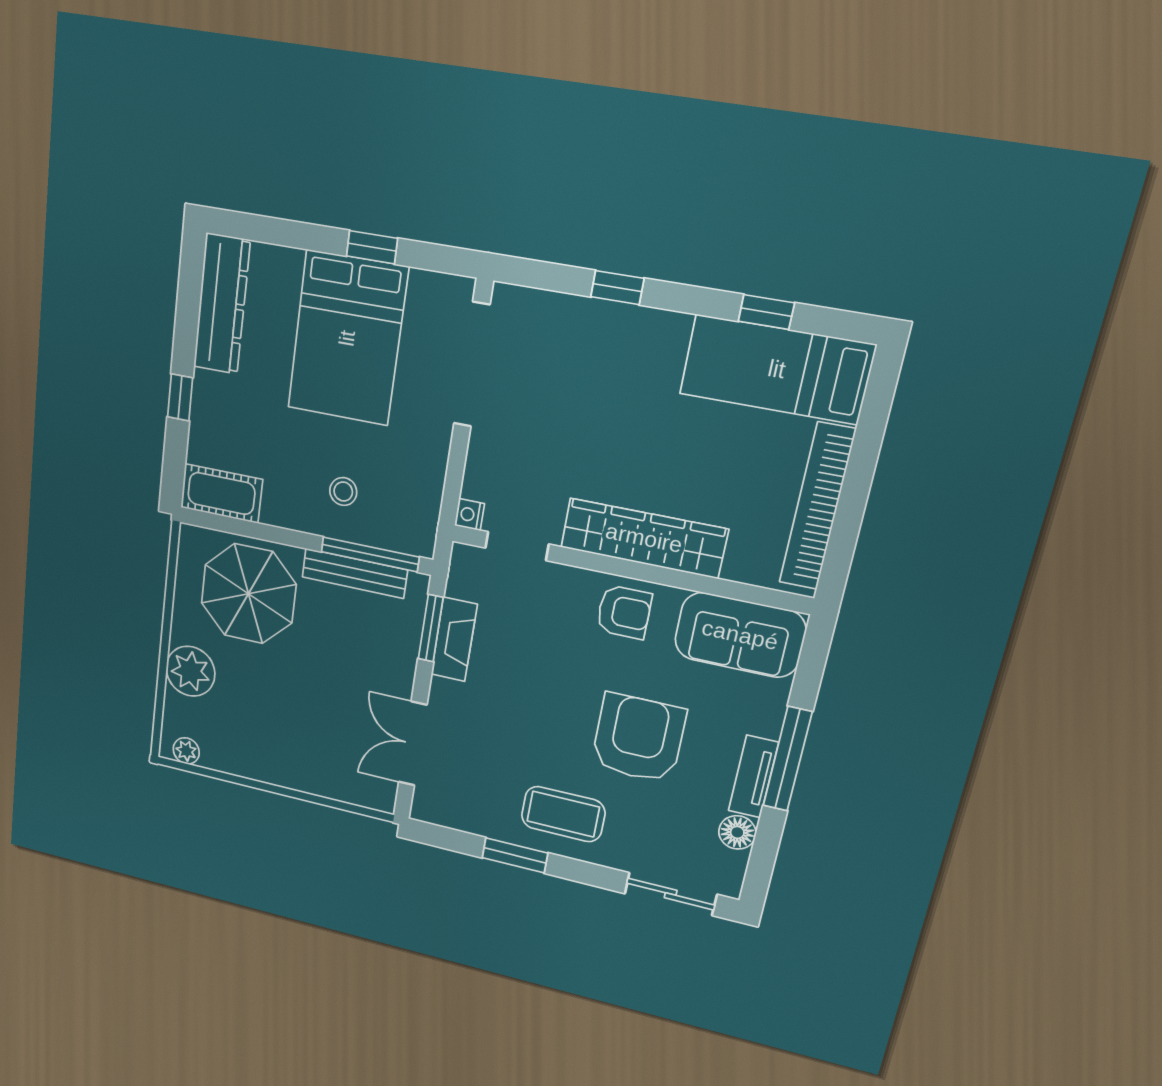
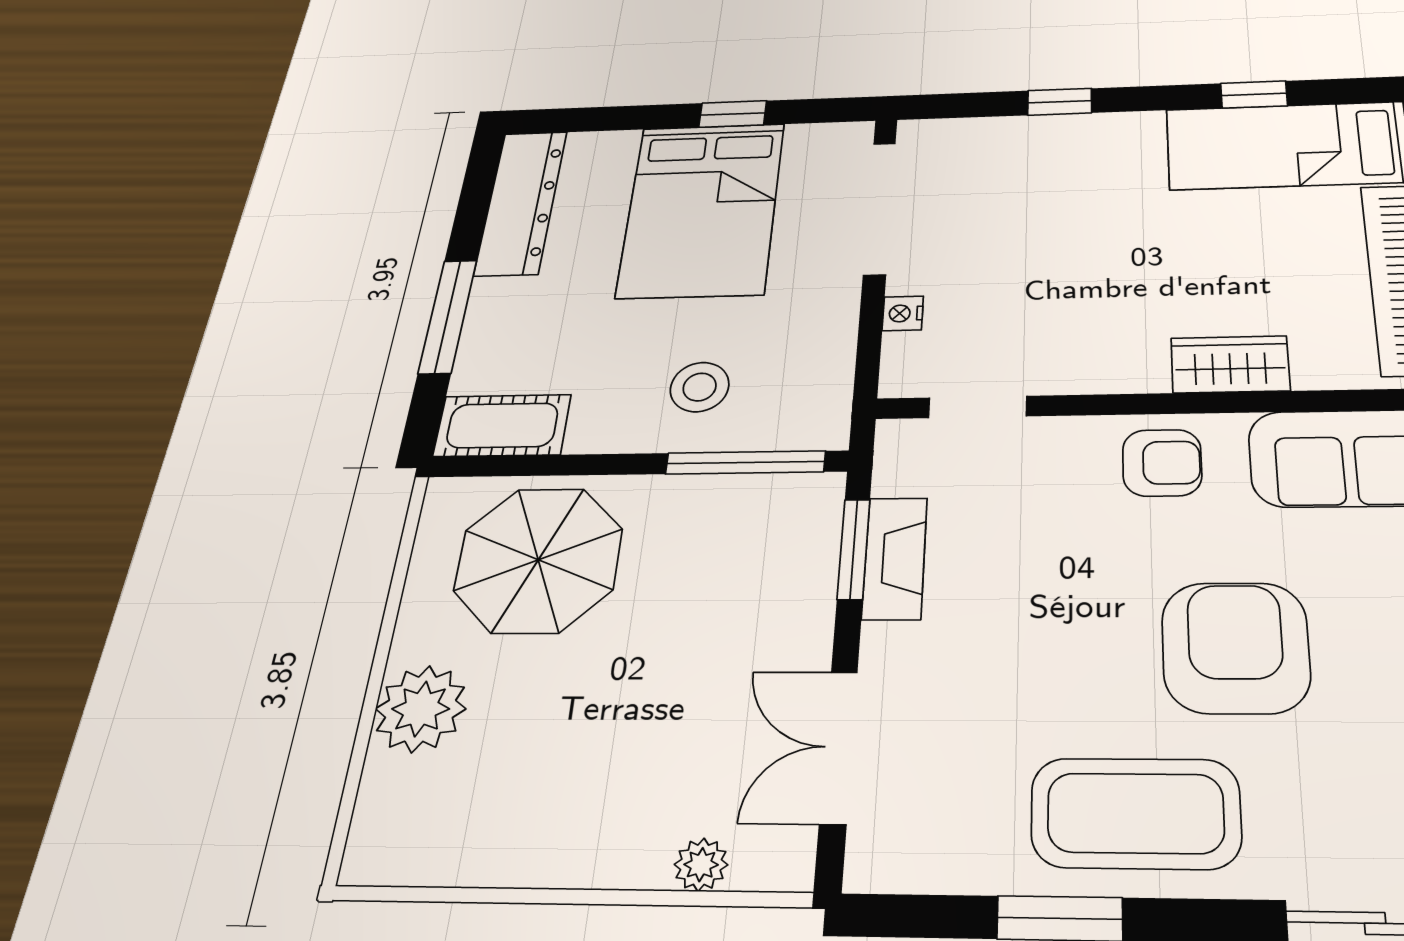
window: (180, 397) -> (448, 316), width x2.17
stool: (343, 492) -> (700, 387), width x1.37, depth x1.37
nightstand: (469, 515) -> (903, 313), moved
wardrobe: (644, 538) -> (1230, 364), width x0.48, depth x0.85
bench: (355, 573) -> (721, 494), removed
plant: (186, 751) -> (701, 865), moved
coffee table: (563, 814) -> (1135, 813), width x1.36, depth x1.32

